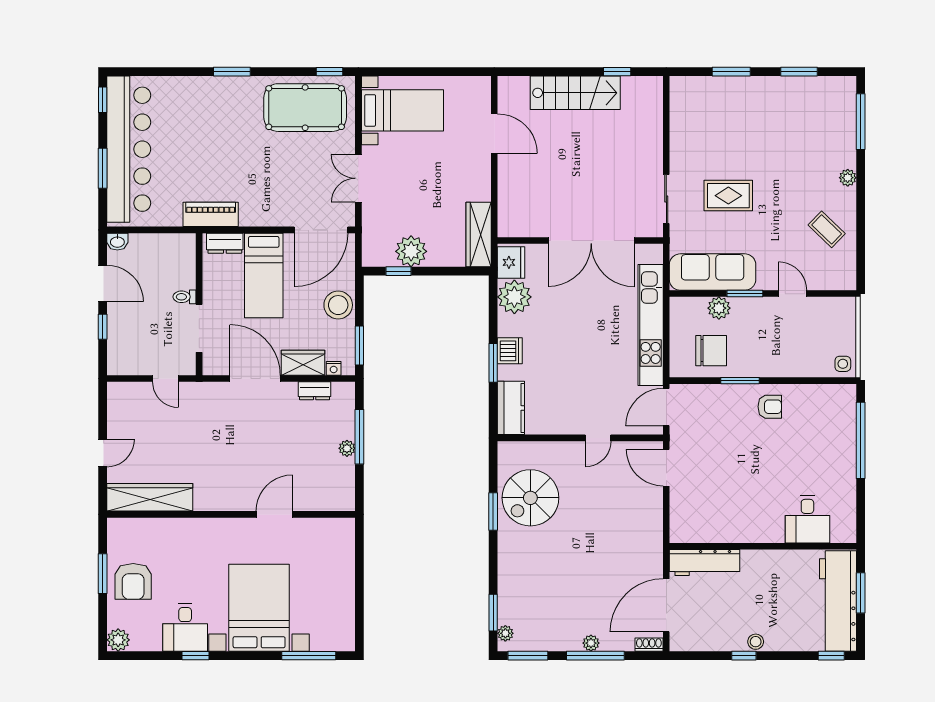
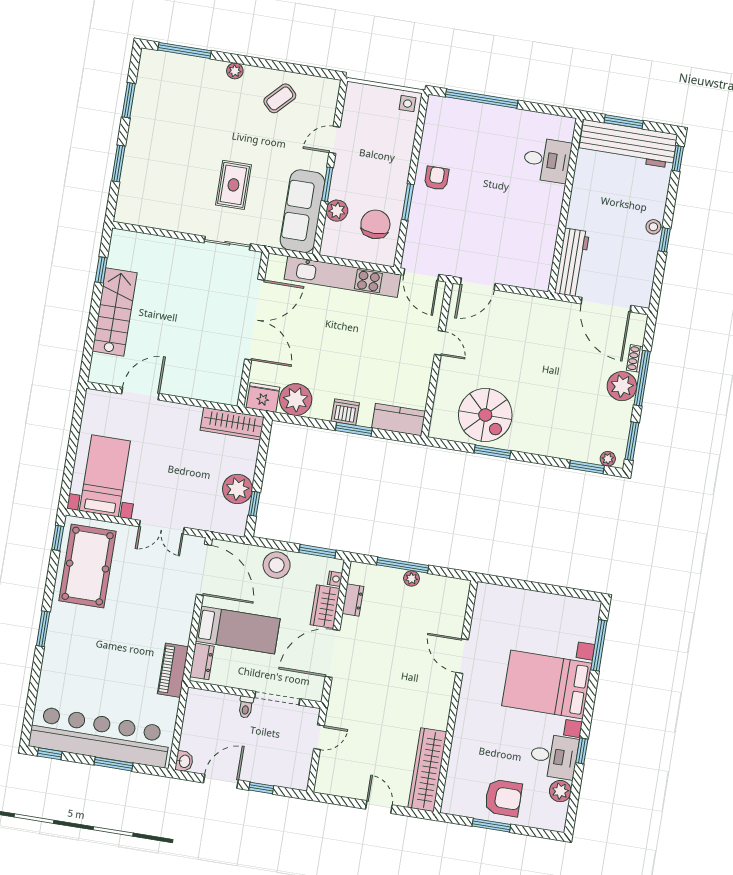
plant: (118, 640) -> (560, 791), moved
plant: (591, 643) -> (622, 386), width x1.88, depth x1.88
shoe rack: (649, 645) -> (635, 358), moved

